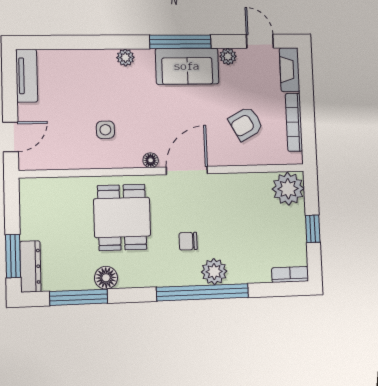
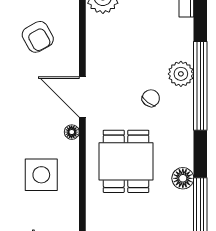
side table: (105, 130) -> (41, 175), width x1.87, depth x1.87
dining table: (122, 217) -> (126, 161), turned 90
chair: (188, 241) -> (151, 98), turned -143

